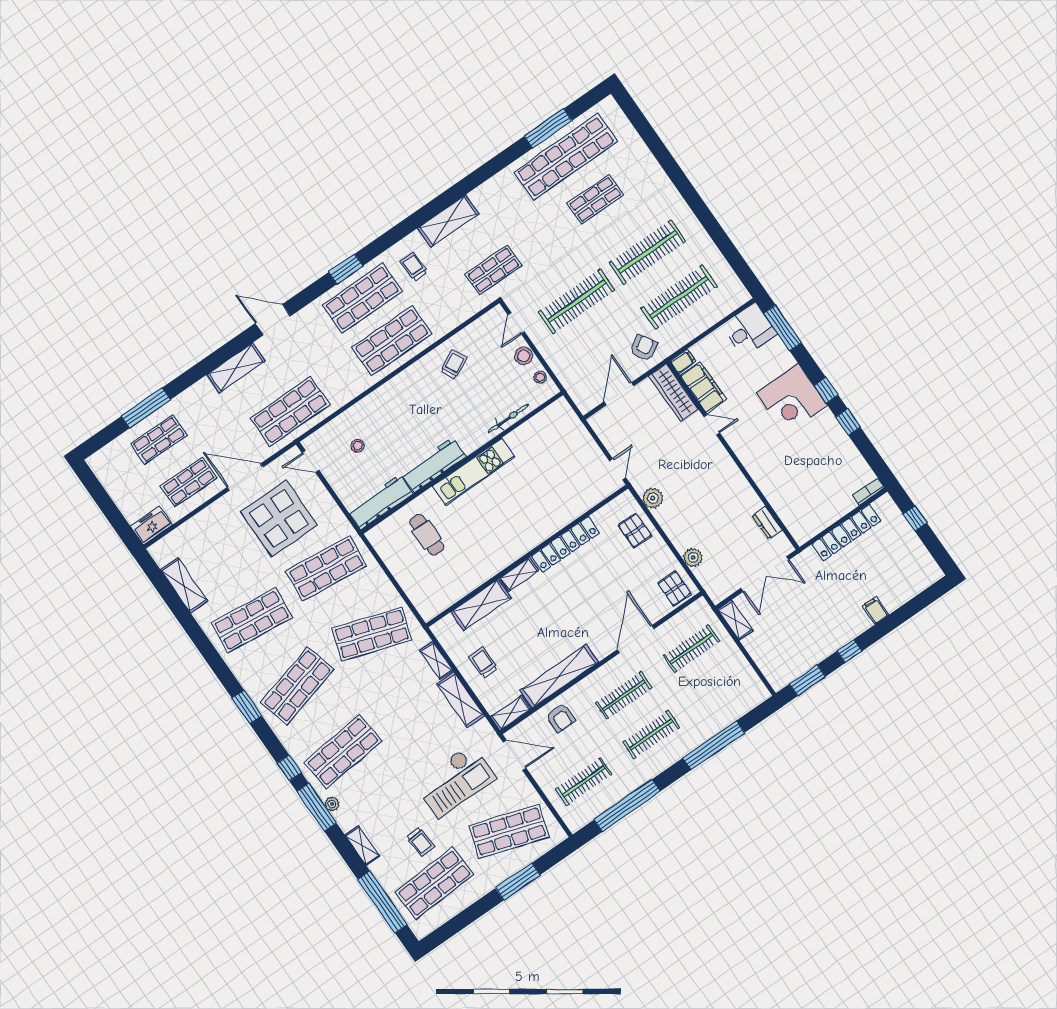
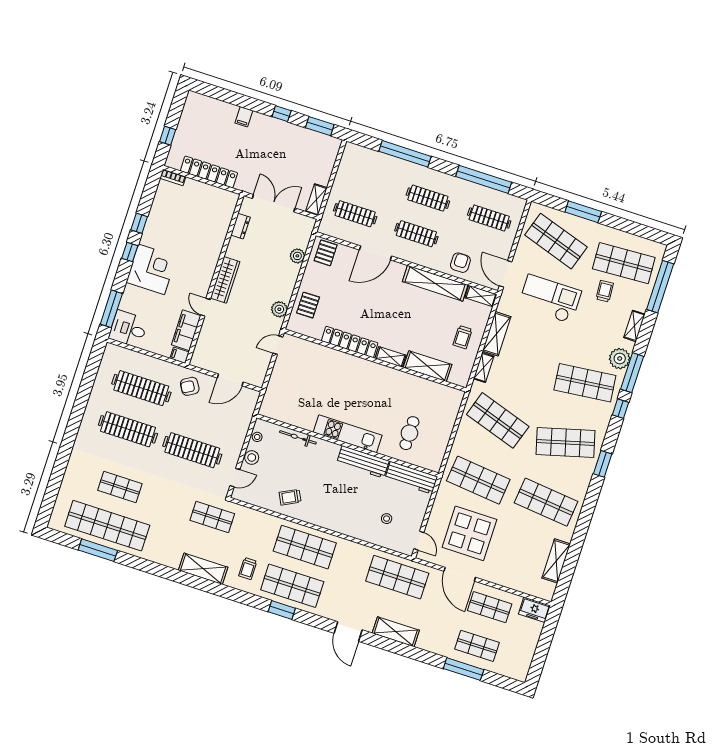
wardrobe: (674, 393) -> (225, 280), moved
plant: (332, 804) -> (620, 359), width x1.88, depth x1.88

